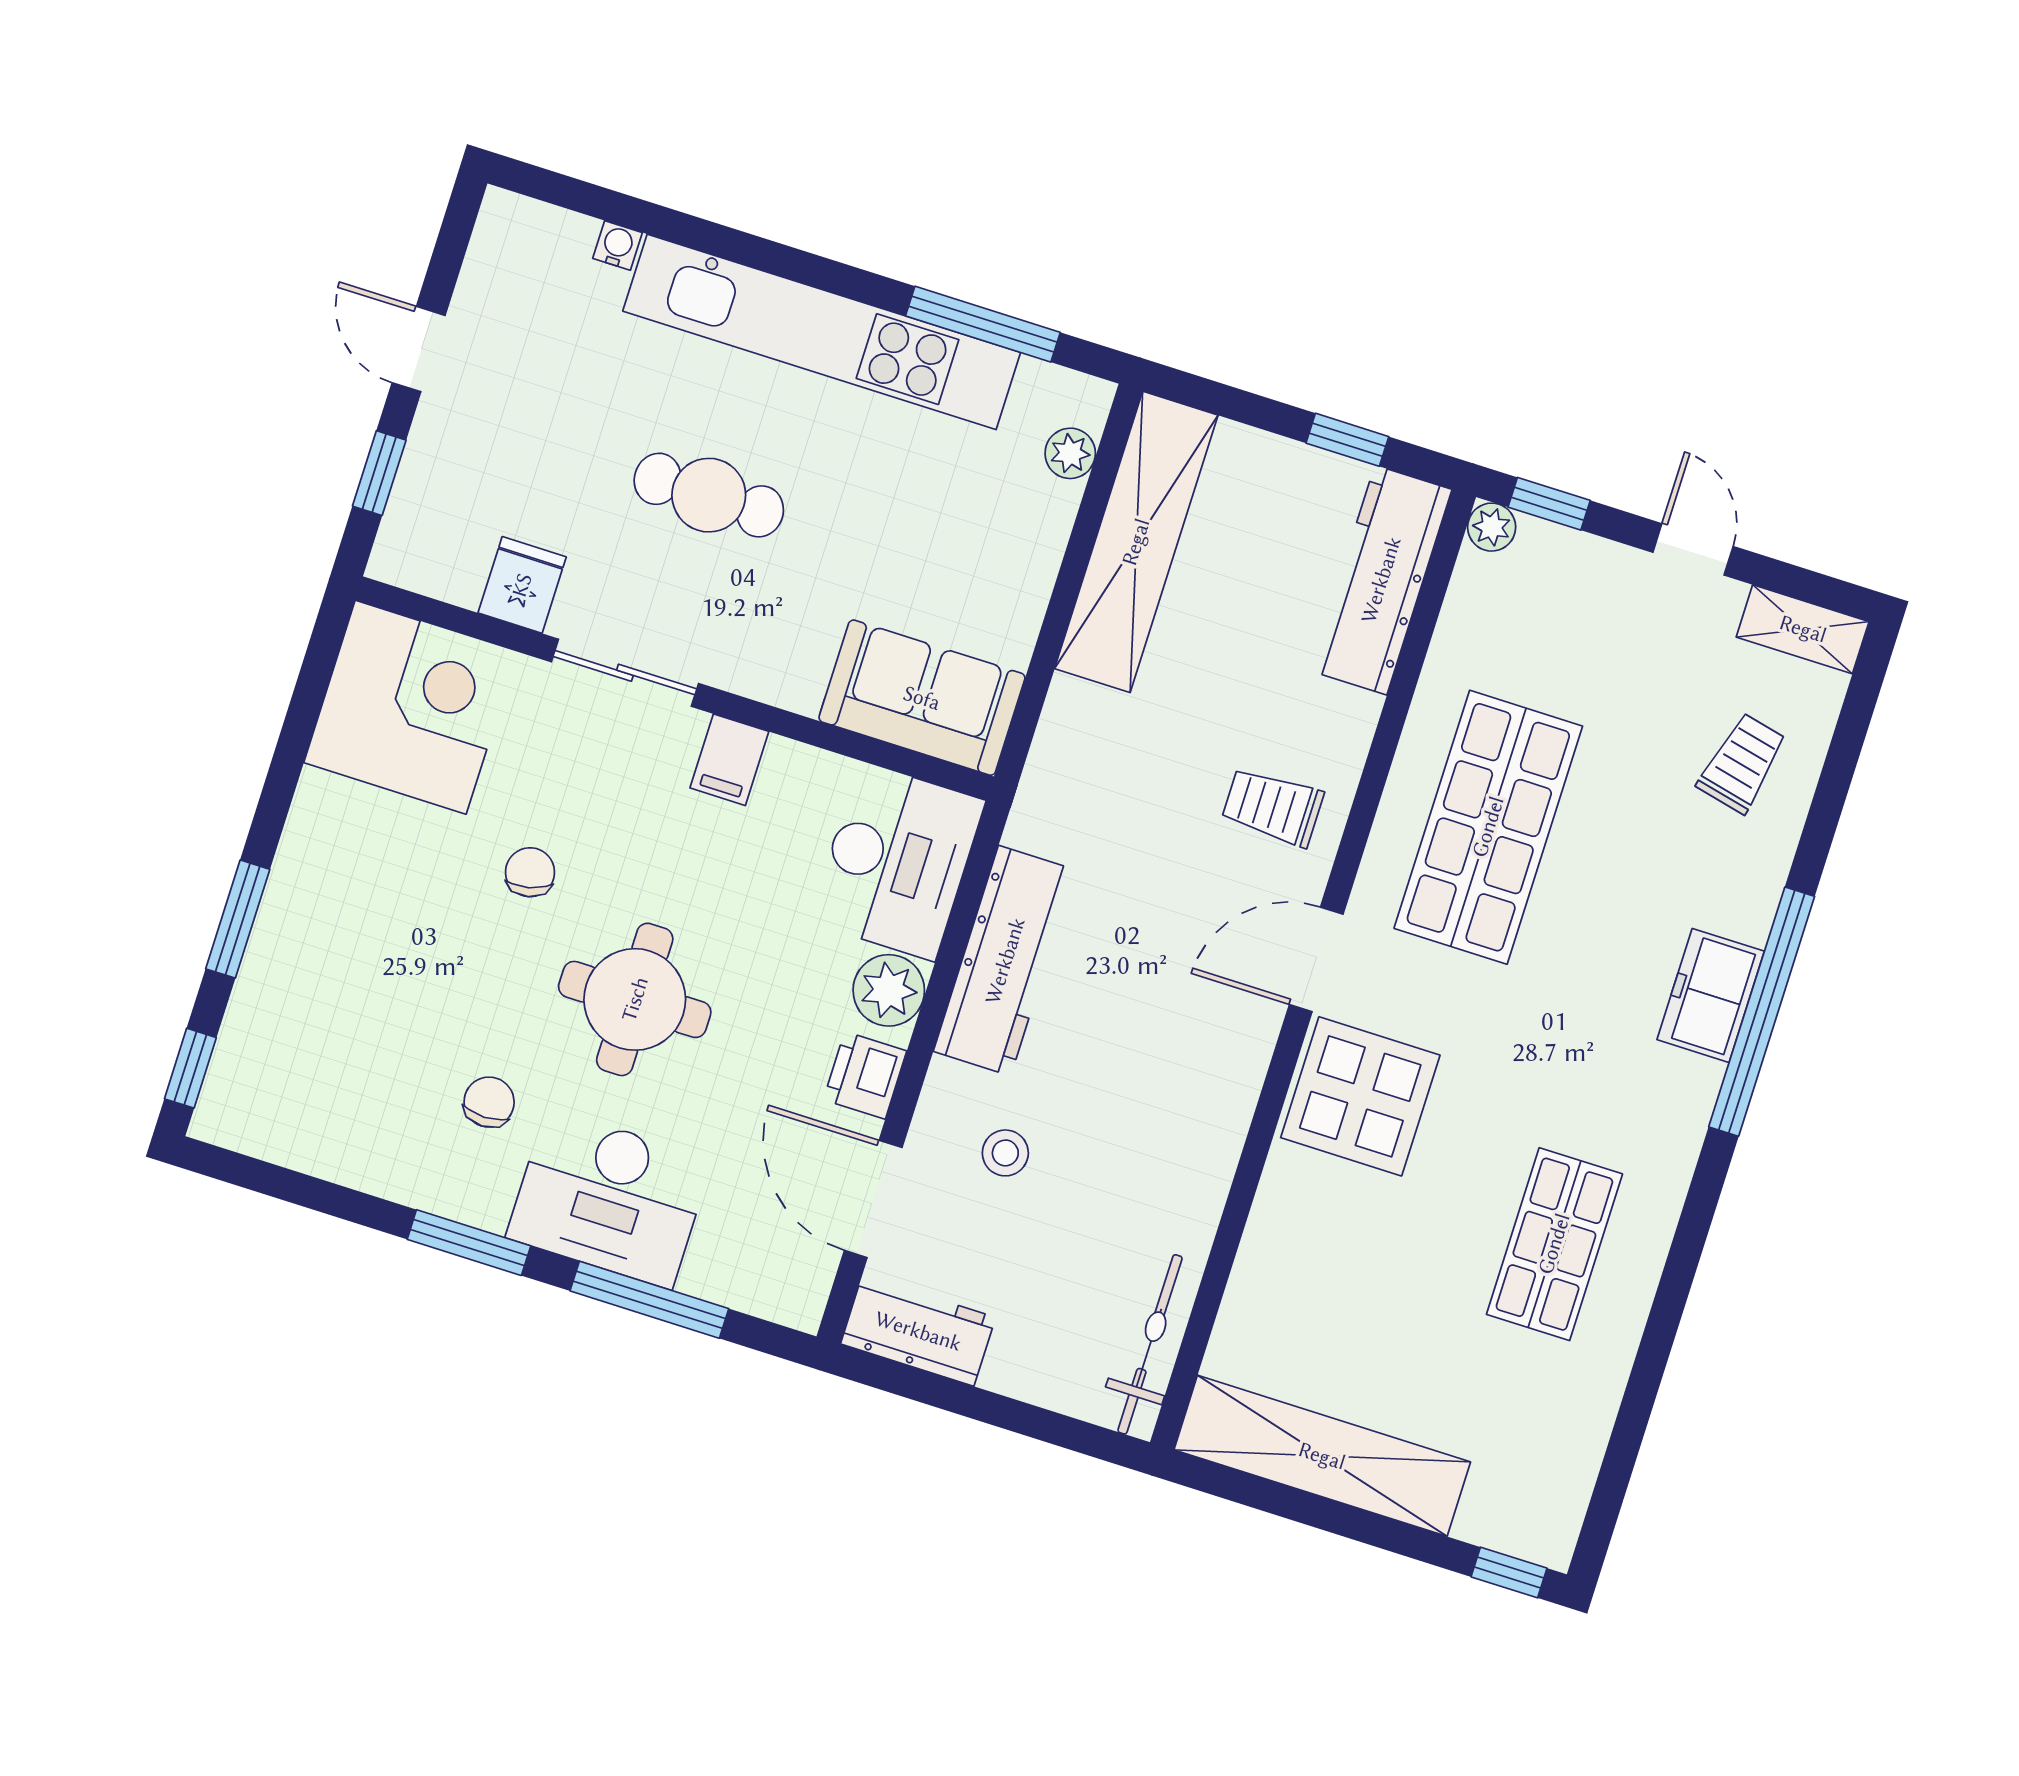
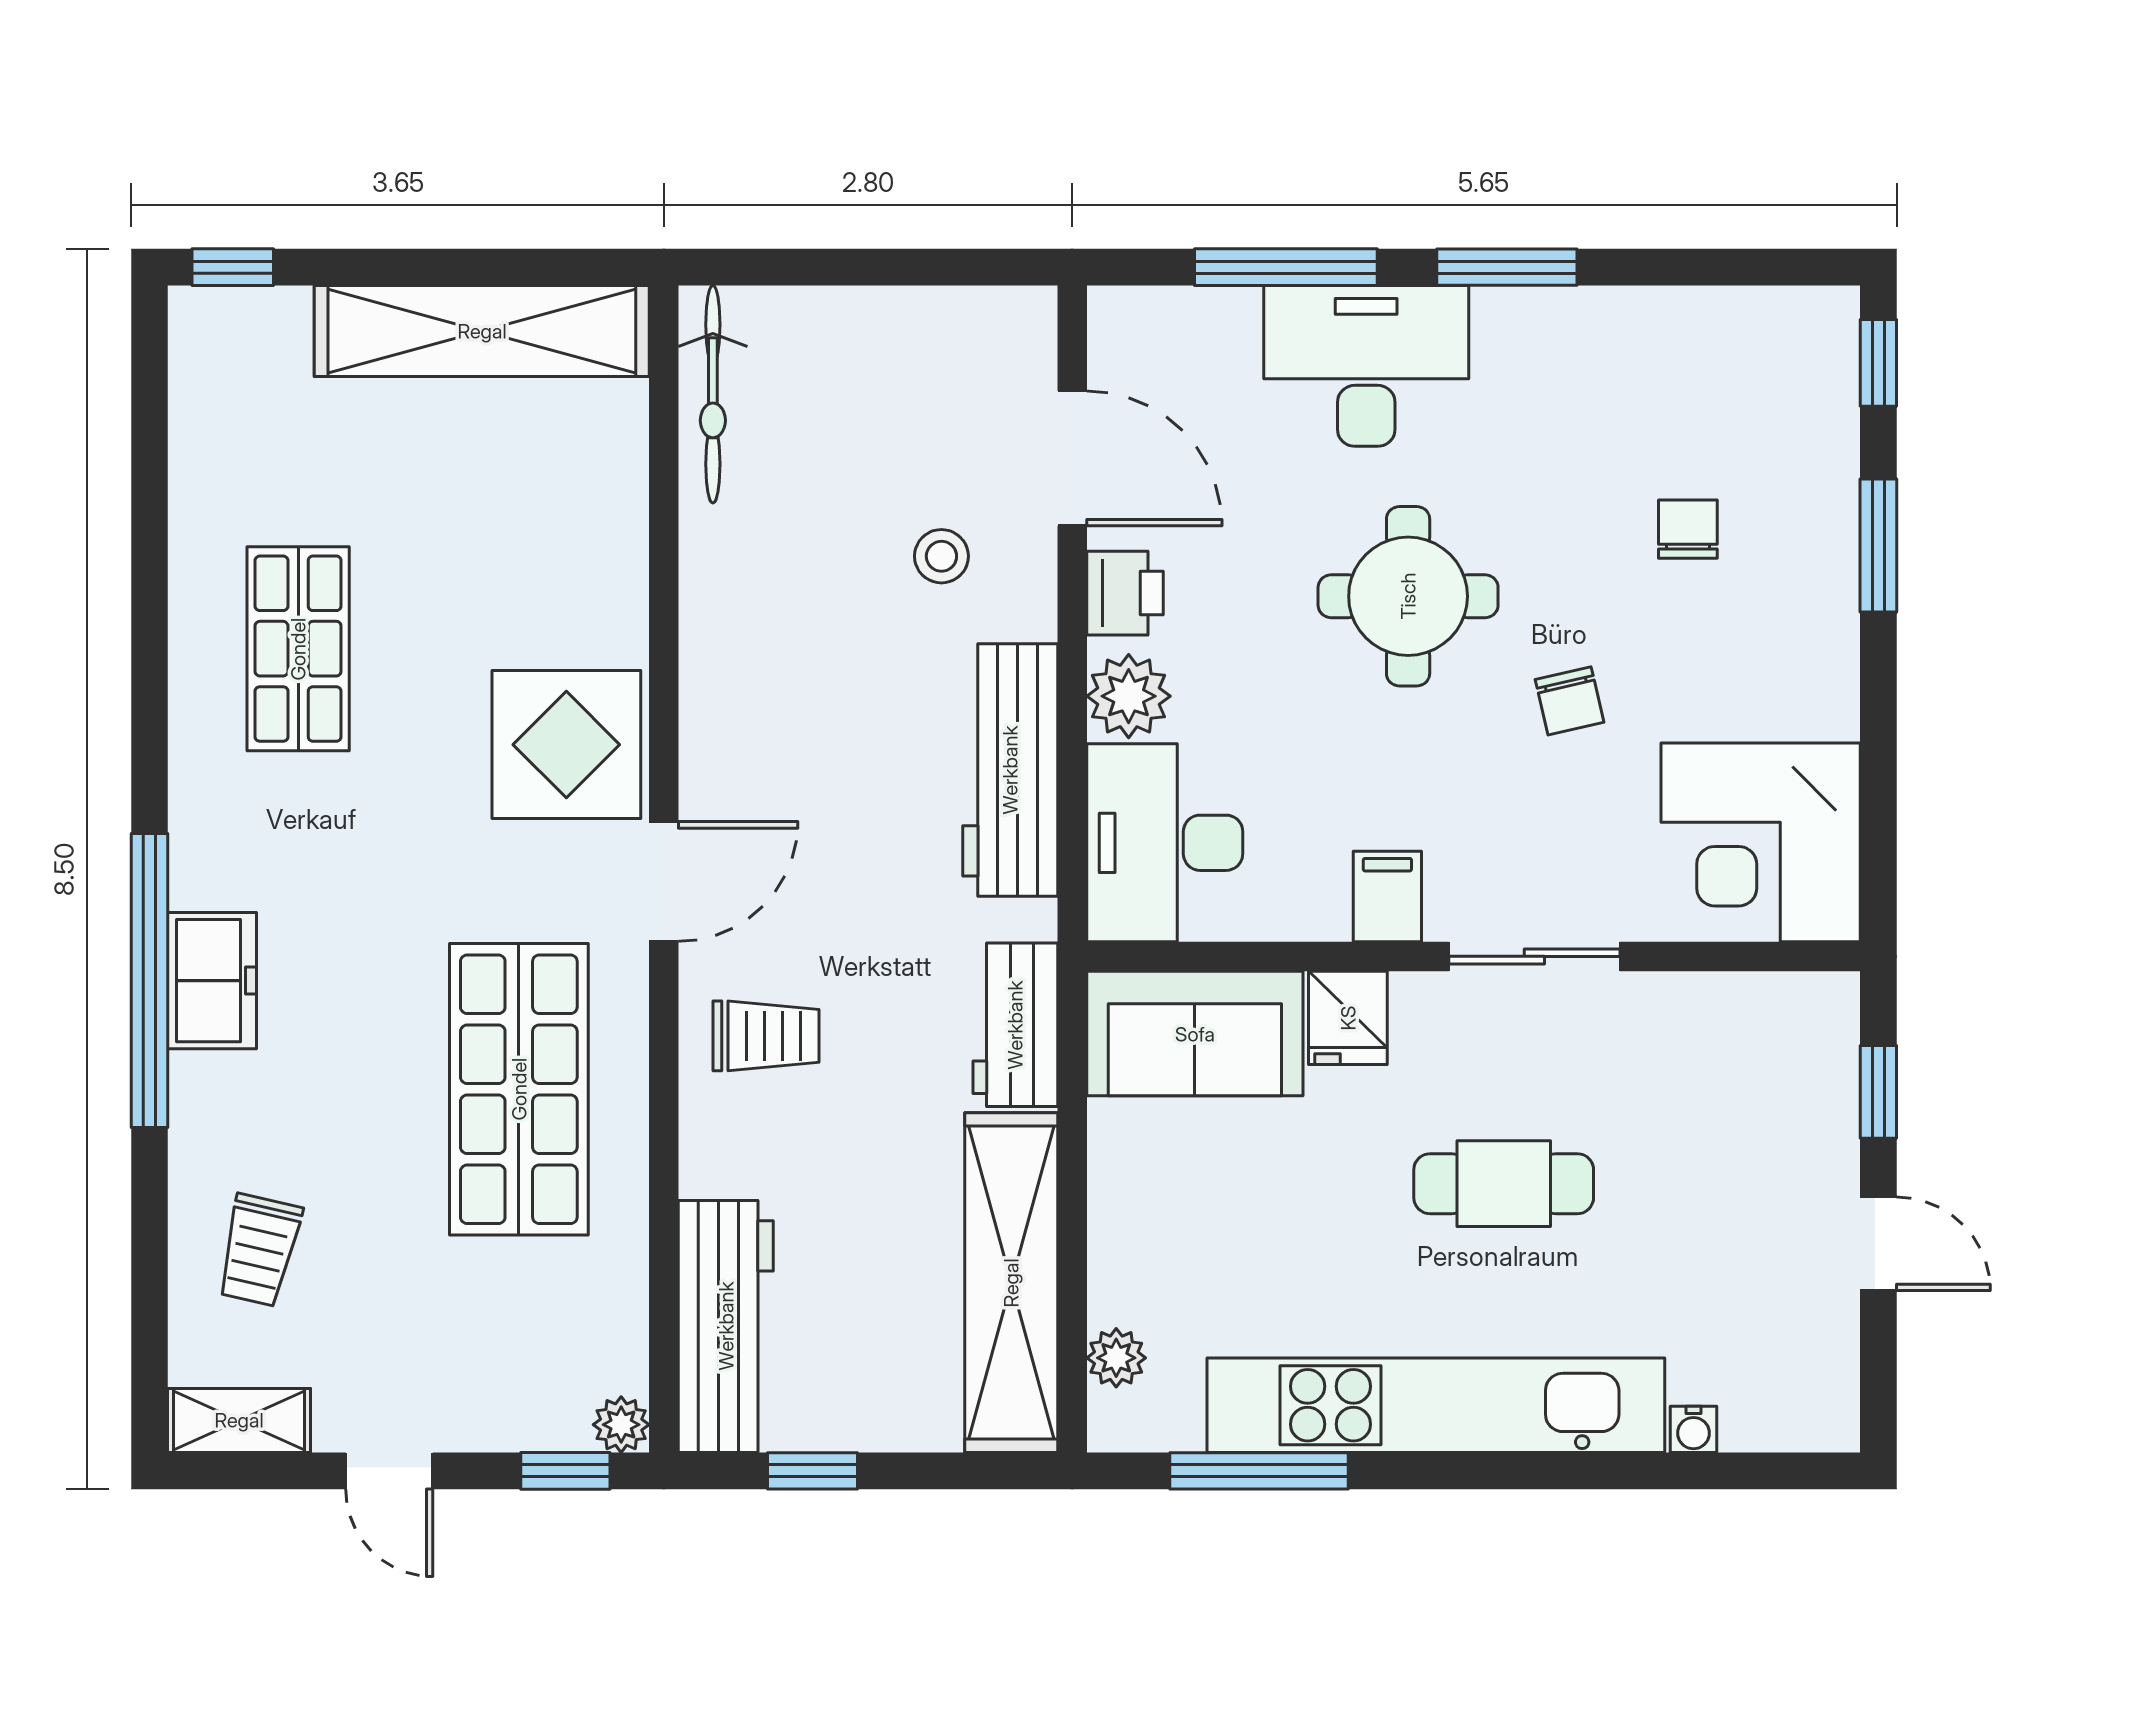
fridge: (522, 585) -> (1348, 1018), moved
chair: (489, 1102) -> (1688, 529), moved, turned 180
workbench: (918, 1331) -> (1015, 1025), moved, turned 90

